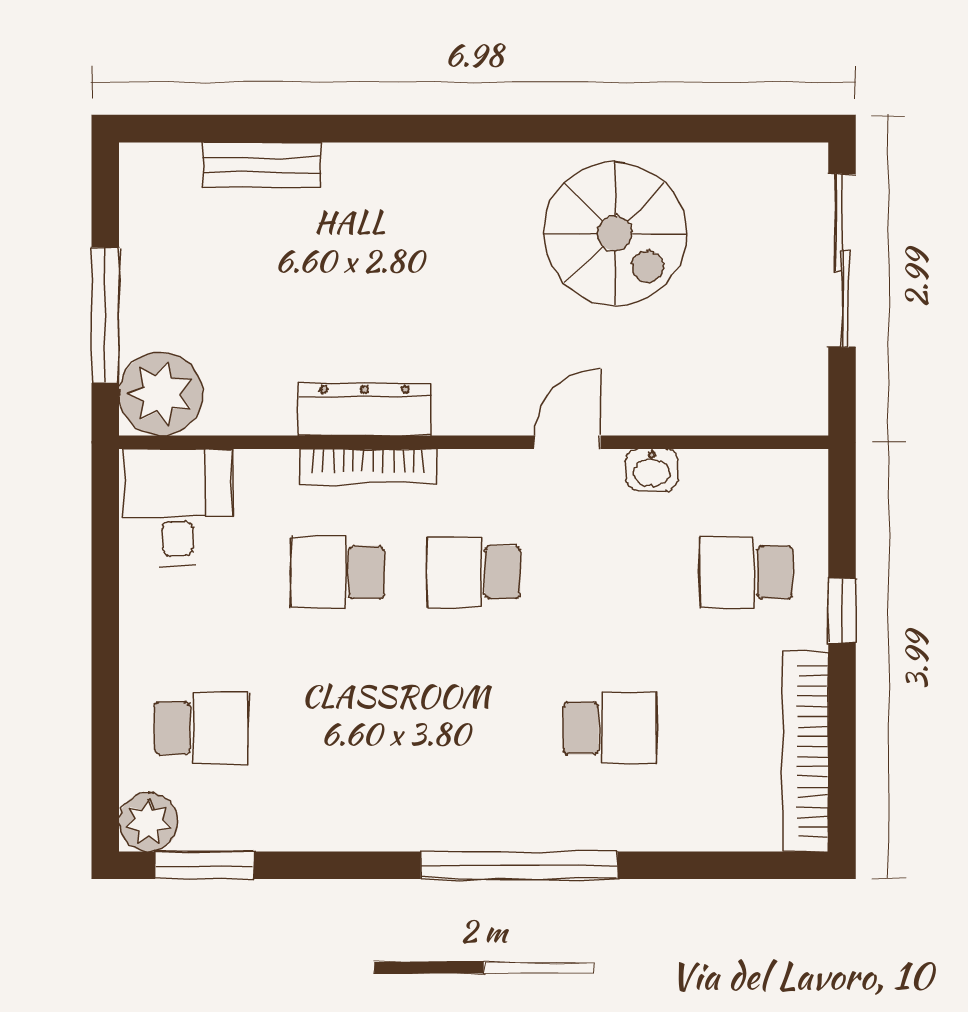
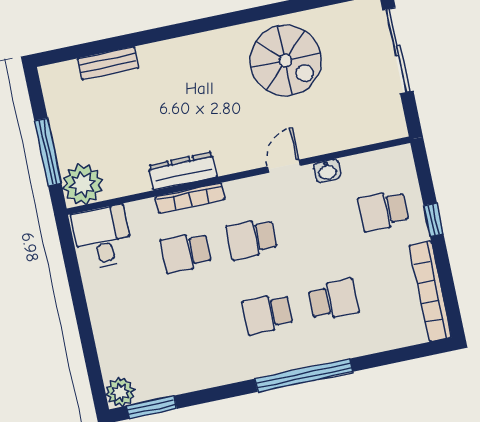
school desk: (201, 728) -> (268, 314), moved, turned 180

